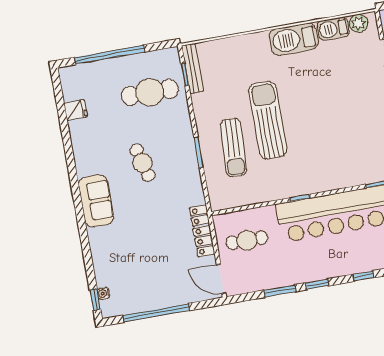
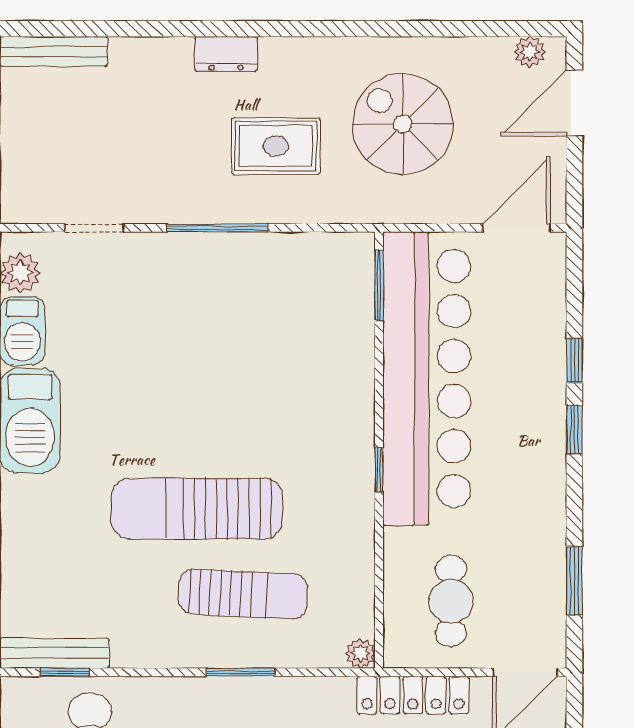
plant: (216, 204) -> (360, 654), added
window: (317, 284) -> (574, 429), moved
window: (280, 291) -> (574, 581), moved

